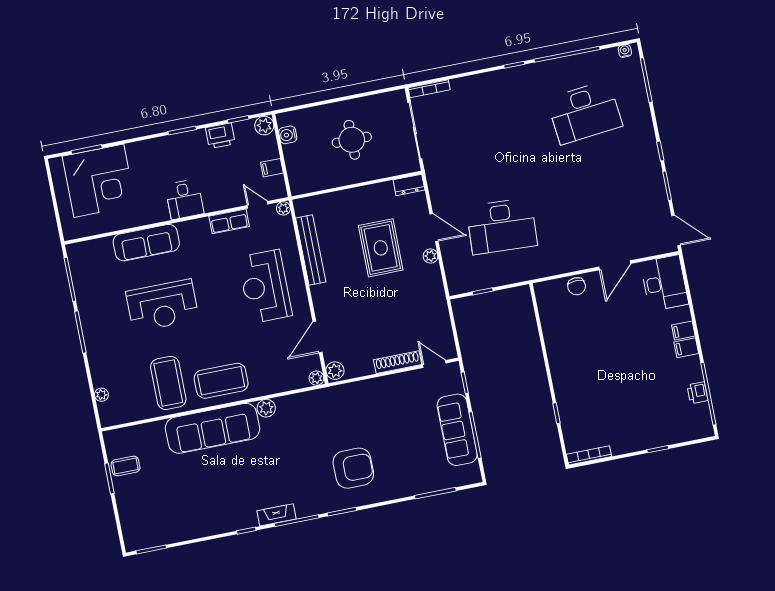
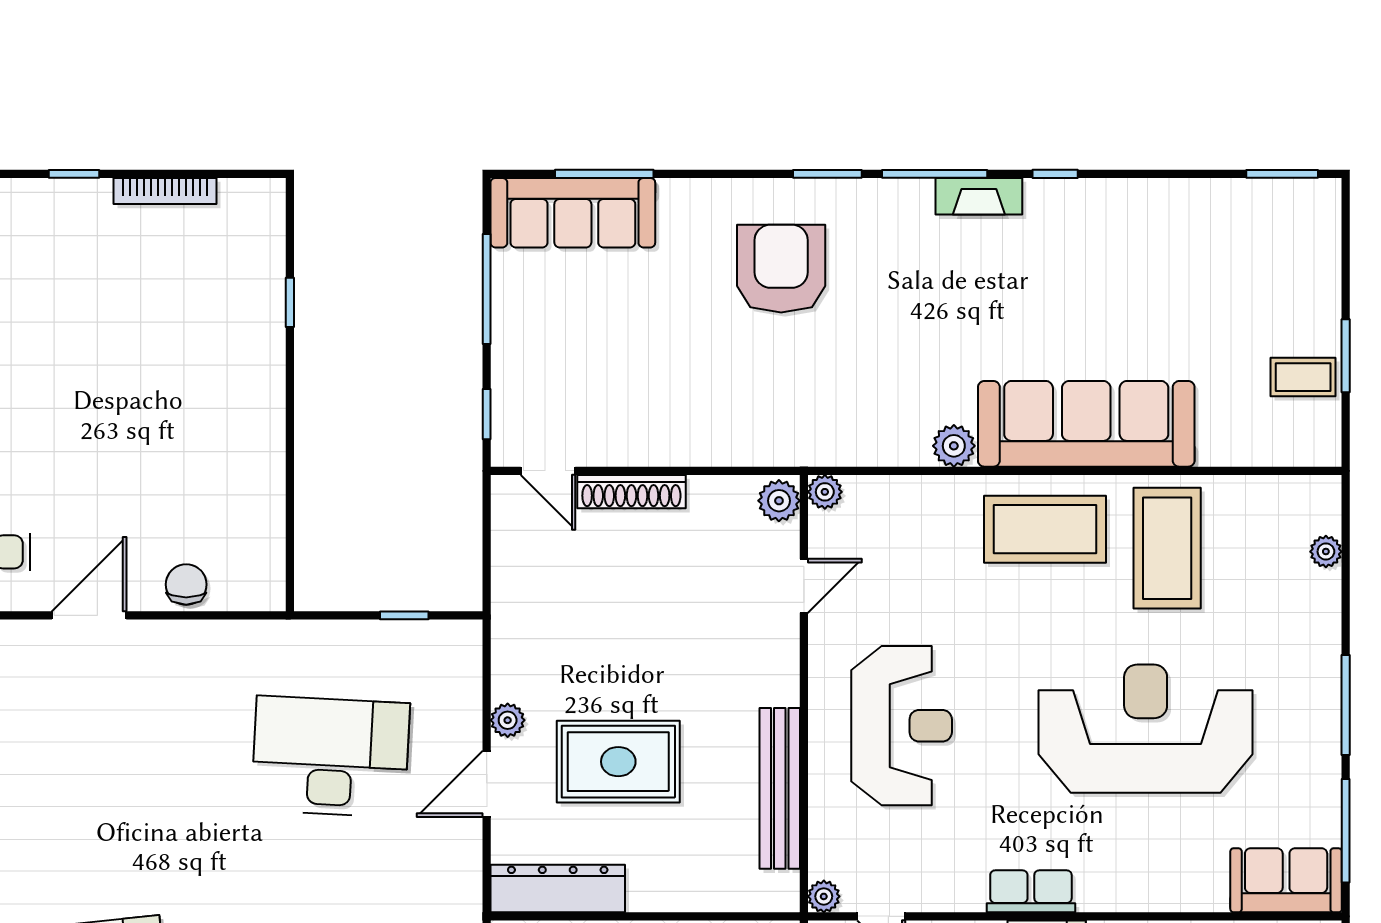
dresser: (409, 185) -> (558, 888), width x1.96, depth x1.24
row of seats: (229, 221) -> (1031, 891), moved
door: (434, 228) -> (487, 784), hinge flipped
sofa: (146, 243) -> (1286, 880), moved, width x0.73
rug: (381, 248) -> (618, 762), turned 90
reception desk: (162, 305) -> (1146, 729), width x1.36, depth x1.30
door: (317, 337) -> (804, 586), width x0.73
sofa: (457, 430) -> (573, 213), moved, turned 90
bookcase: (589, 455) -> (165, 191), moved
armchair: (353, 468) -> (781, 269), turned 90

